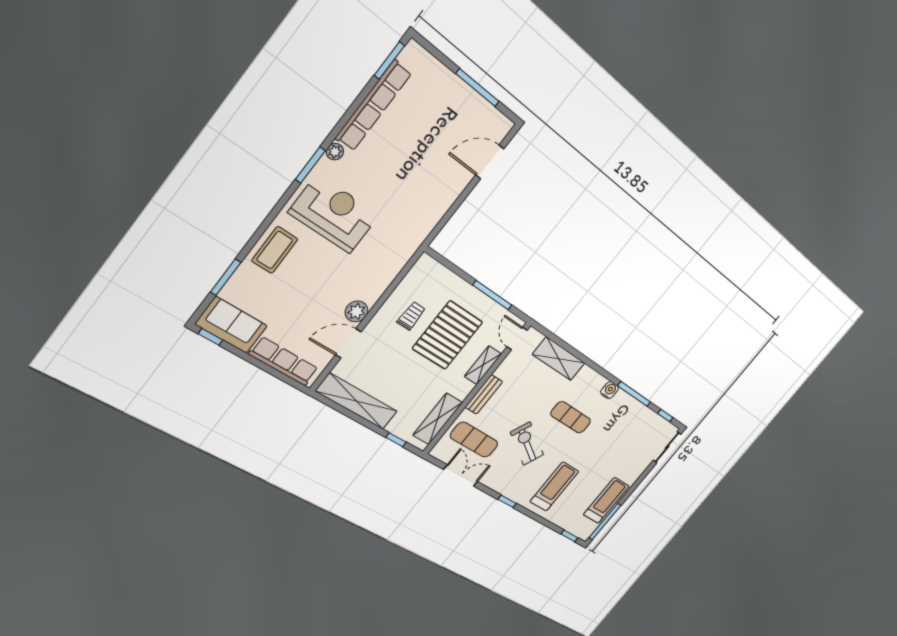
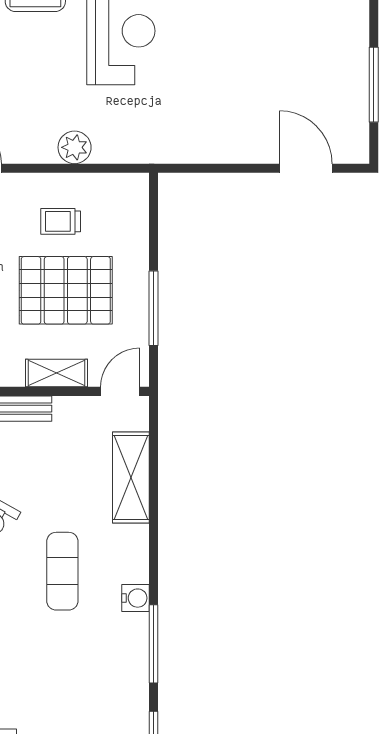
plant: (357, 312) -> (75, 147), moved
trolley: (411, 316) -> (61, 221), turned 180

